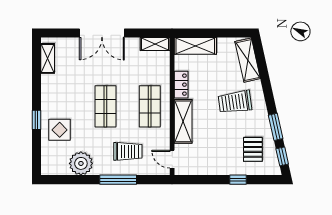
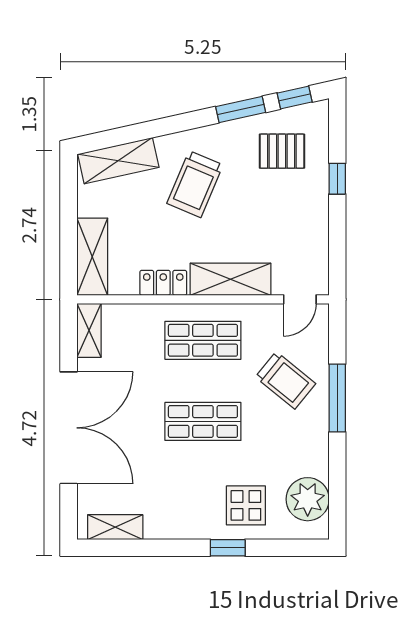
double door: (102, 33) -> (69, 428), width x1.36
trolley: (235, 102) -> (195, 184), turned 31
trolley: (128, 151) -> (285, 380), turned 129
plant: (81, 163) -> (308, 499), moved

